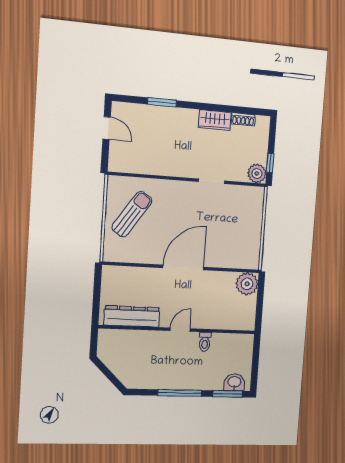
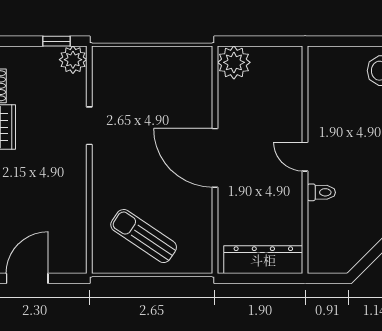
door: (107, 128) -> (27, 278), width x1.38
dresser: (132, 316) -> (263, 260), moved, turned 90
toilet: (205, 342) -> (321, 192), moved

